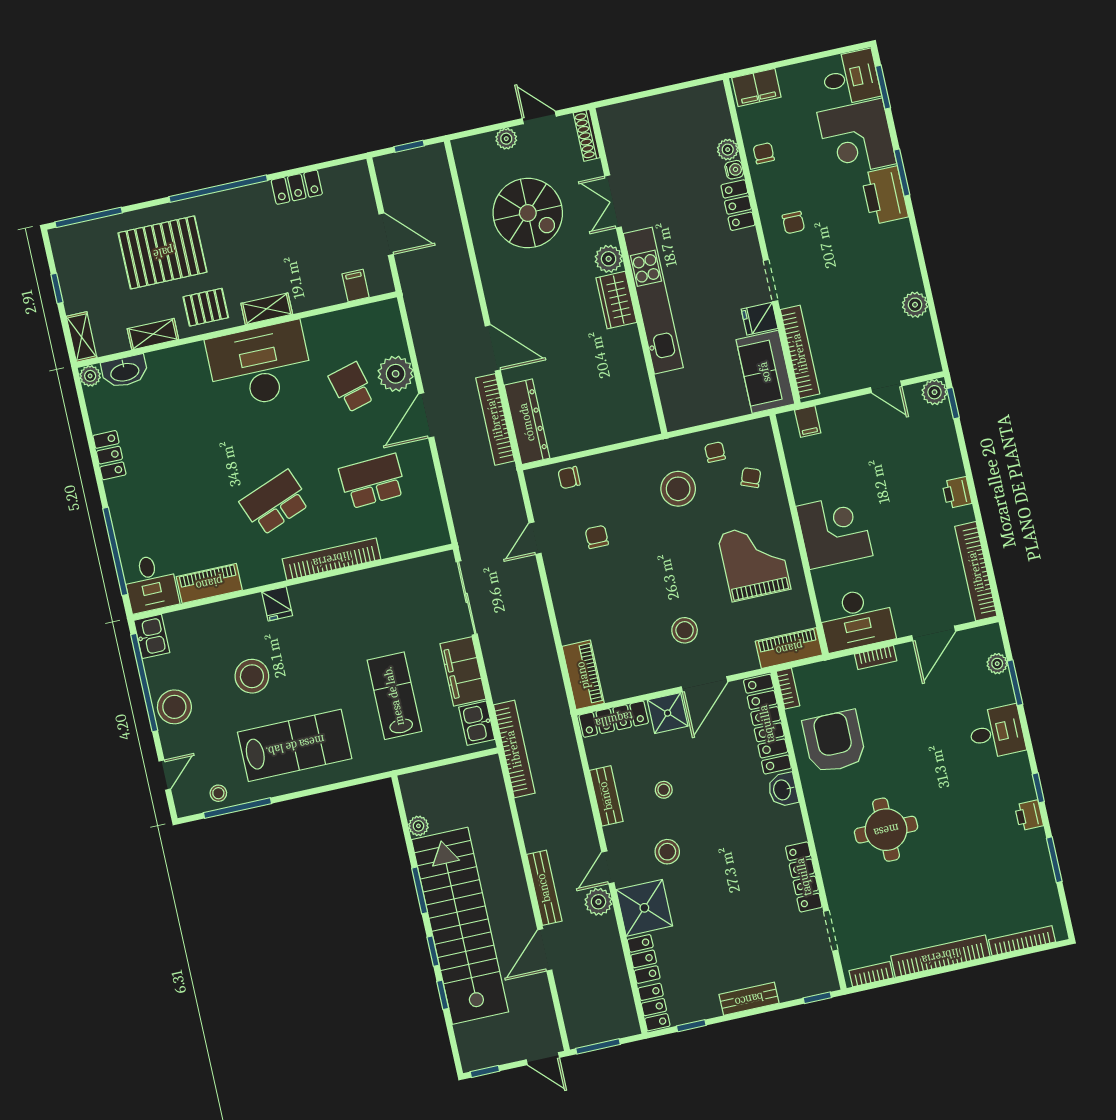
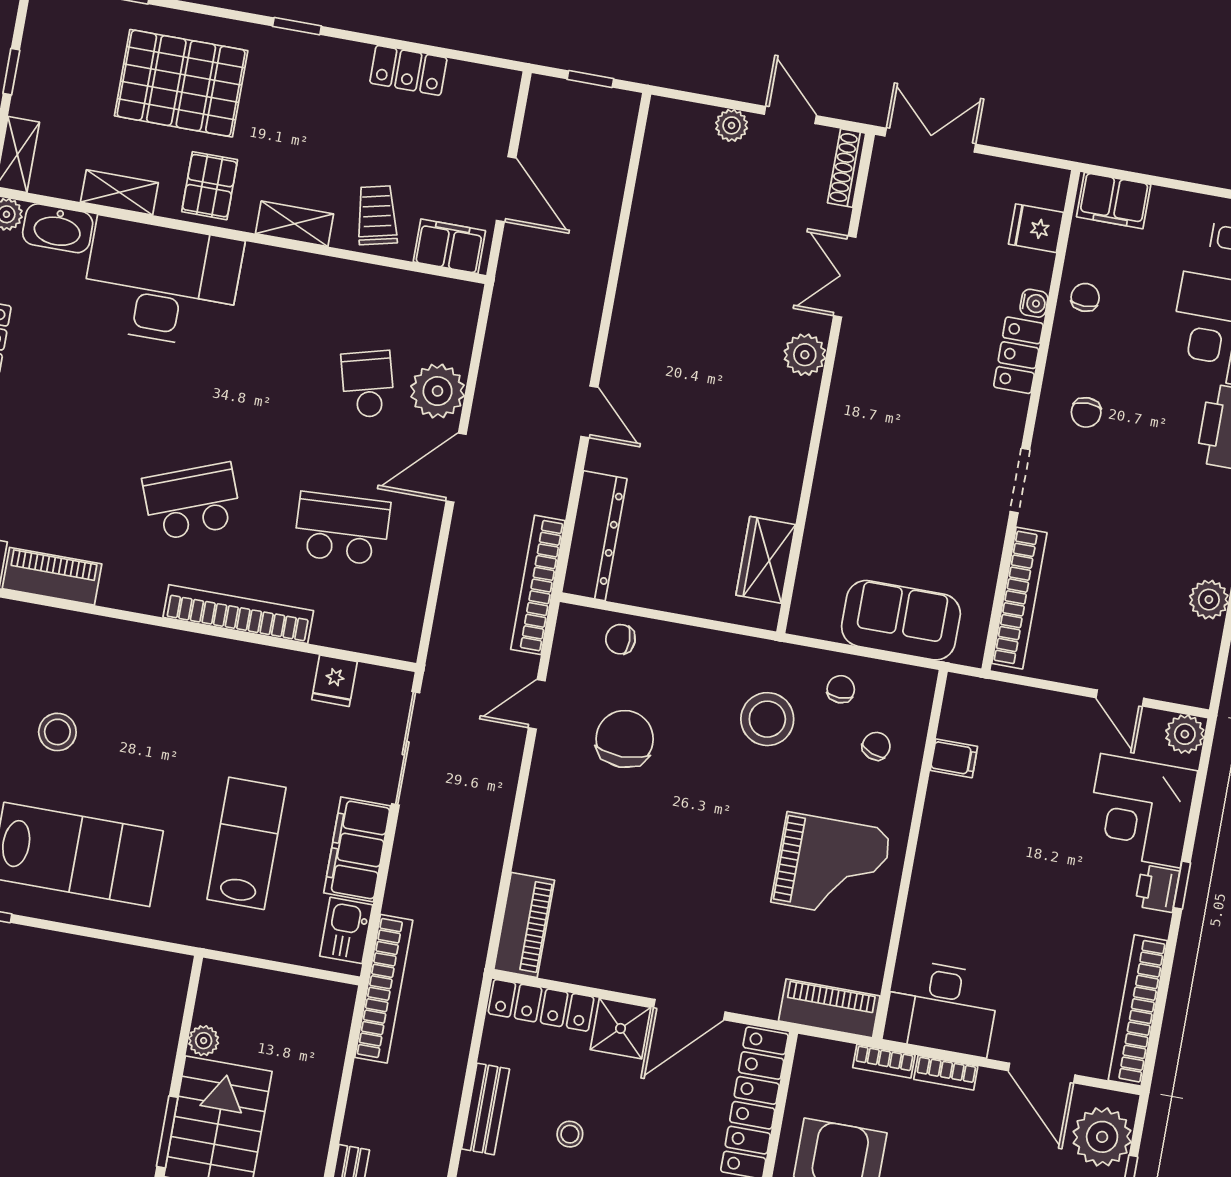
double door: (630, 97) -> (930, 140), added
plant: (728, 150) -> (1037, 271), removed
window: (218, 189) -> (297, 26), width x0.32
spiral stairs: (528, 213) -> (718, 243), removed
trolley: (314, 283) -> (377, 215), added
filing cabinet: (356, 286) -> (449, 246), width x2.00
wardrobe: (616, 300) -> (766, 560), moved
kitchen unit: (653, 301) -> (843, 440), removed
pallet: (206, 307) -> (210, 186), turned 90
fridge: (760, 319) -> (1036, 228), moved
door: (493, 348) -> (589, 412), width x0.73
desk: (260, 365) -> (162, 283), moved
sofa: (765, 372) -> (901, 620), moved, turned 90
window: (953, 403) -> (1182, 885), moved
bookcase: (495, 419) -> (538, 585), moved
filing cabinet: (808, 422) -> (954, 758), moved, turned -90
corner desk: (834, 531) -> (1141, 811), moved, turned 180
chair: (597, 537) -> (625, 739), width x1.87, depth x1.87
grand piano: (754, 562) -> (831, 866), turned 90
fridge: (277, 604) -> (334, 681), moved
stool: (685, 630) -> (693, 922), removed
door: (934, 633) -> (1042, 1073), hinge flipped
plant: (997, 664) -> (1102, 1137), width x1.88, depth x1.88
stool: (252, 676) -> (57, 732), width x0.73, depth x0.73
bookcase: (788, 689) -> (884, 1061), moved, turned 90

